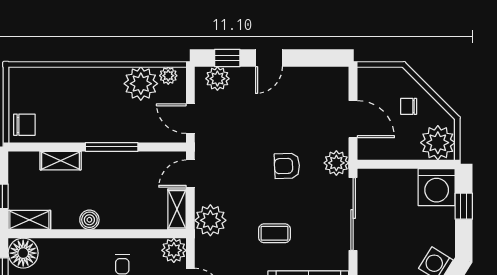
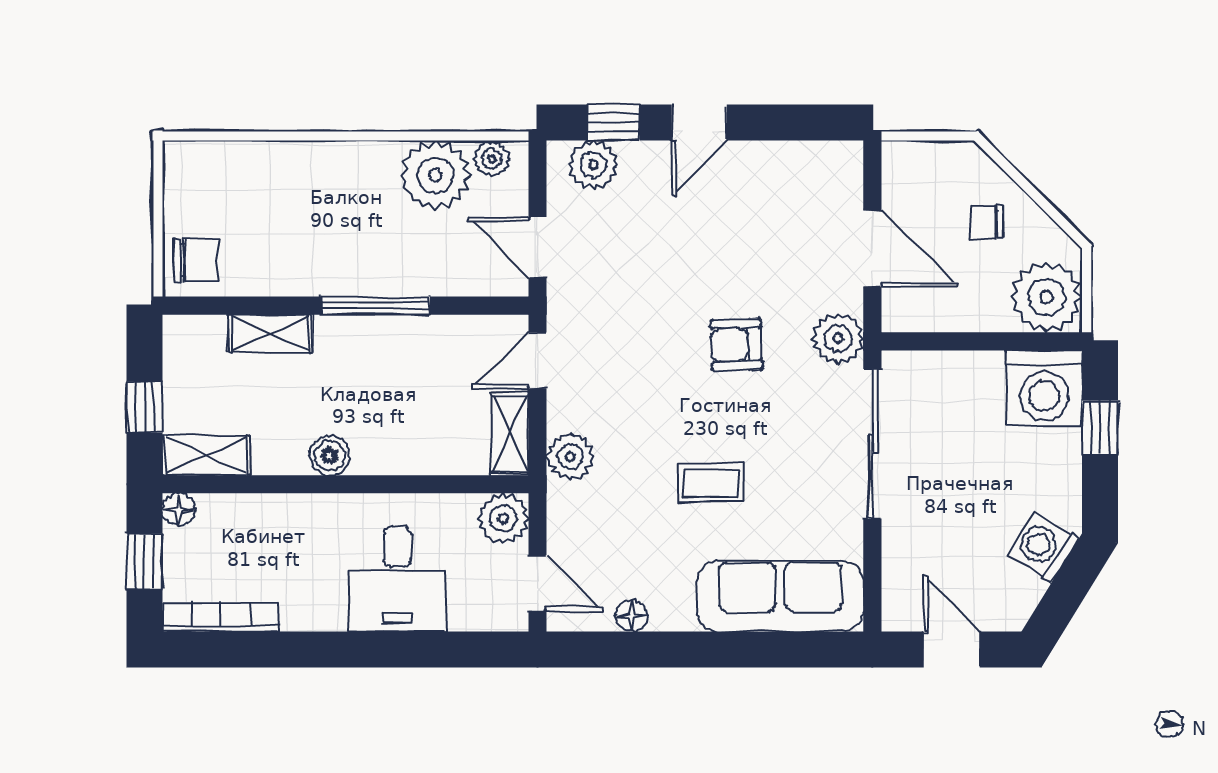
plant: (210, 220) -> (570, 457), width x0.73, depth x0.73
floor lamp: (23, 253) -> (179, 510), width x0.53, depth x0.53

